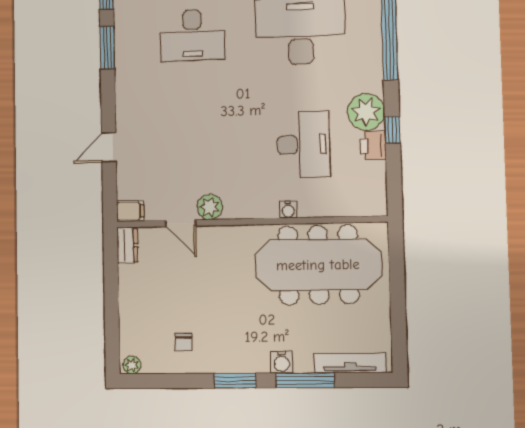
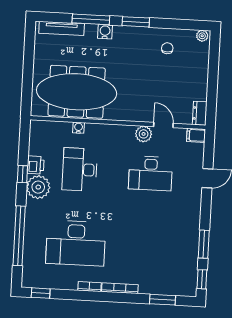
desk: (192, 35) -> (151, 173), moved, turned 180
water cooler: (288, 210) -> (79, 128), moved

